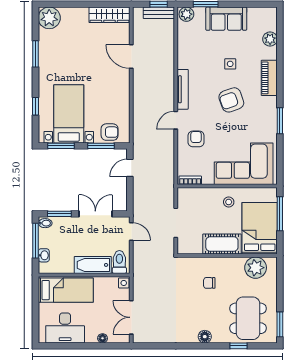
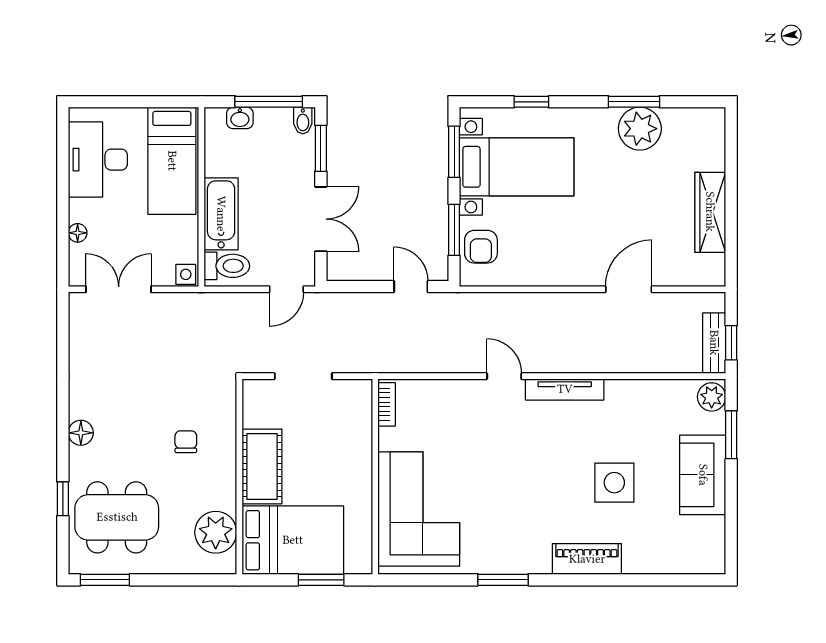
wardrobe: (110, 15) -> (710, 212), moved
plant: (49, 18) -> (640, 129), moved
plant: (270, 39) -> (663, 560), removed
side table: (230, 64) -> (614, 483), width x1.87, depth x1.87
armchair: (231, 100) -> (544, 485), removed
armchair: (196, 139) -> (468, 416), removed
stool: (229, 202) -> (344, 480), removed
window: (280, 214) -> (321, 580), width x0.69

